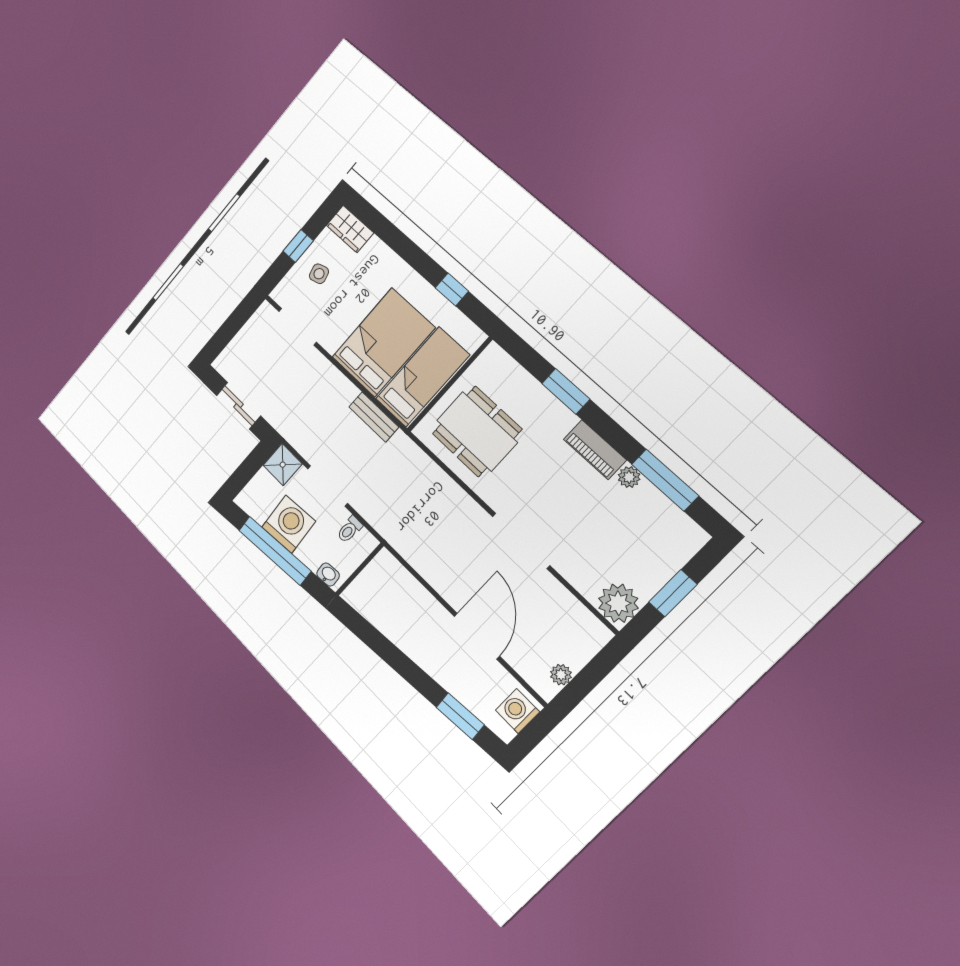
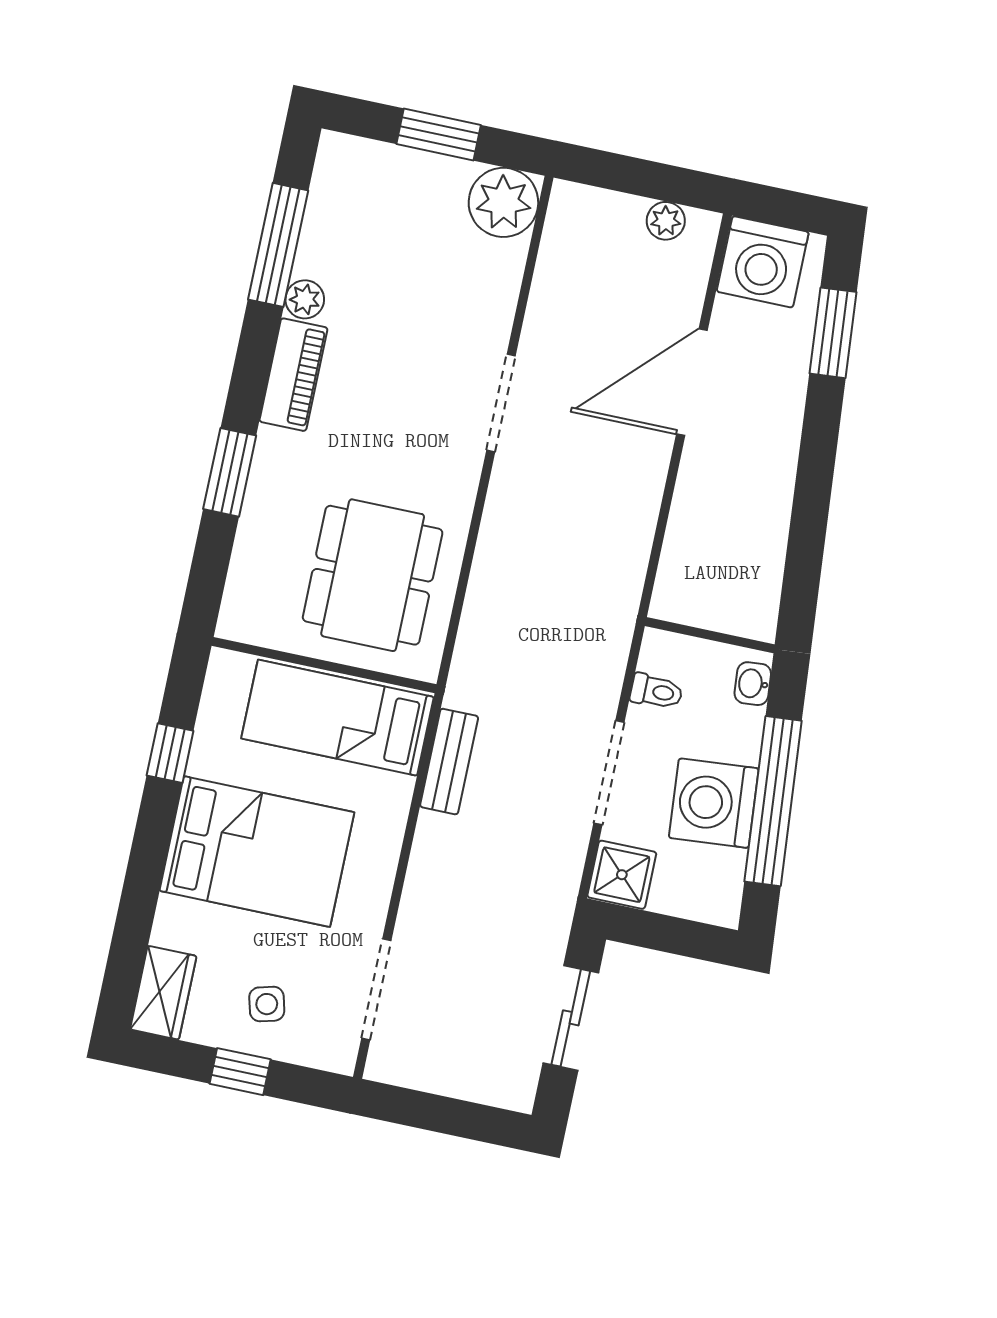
bed: (383, 342) -> (257, 852), moved, turned 180
doorway: (521, 541) -> (501, 403), width x0.73
washing machine: (517, 711) -> (763, 262), width x1.37, depth x1.37

